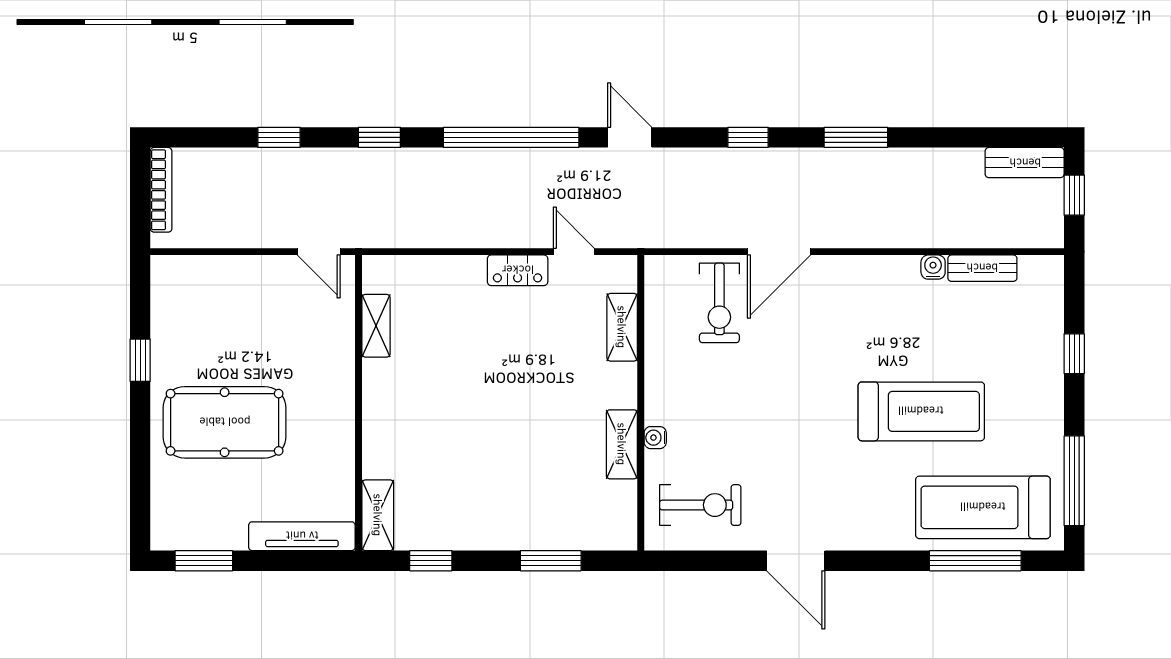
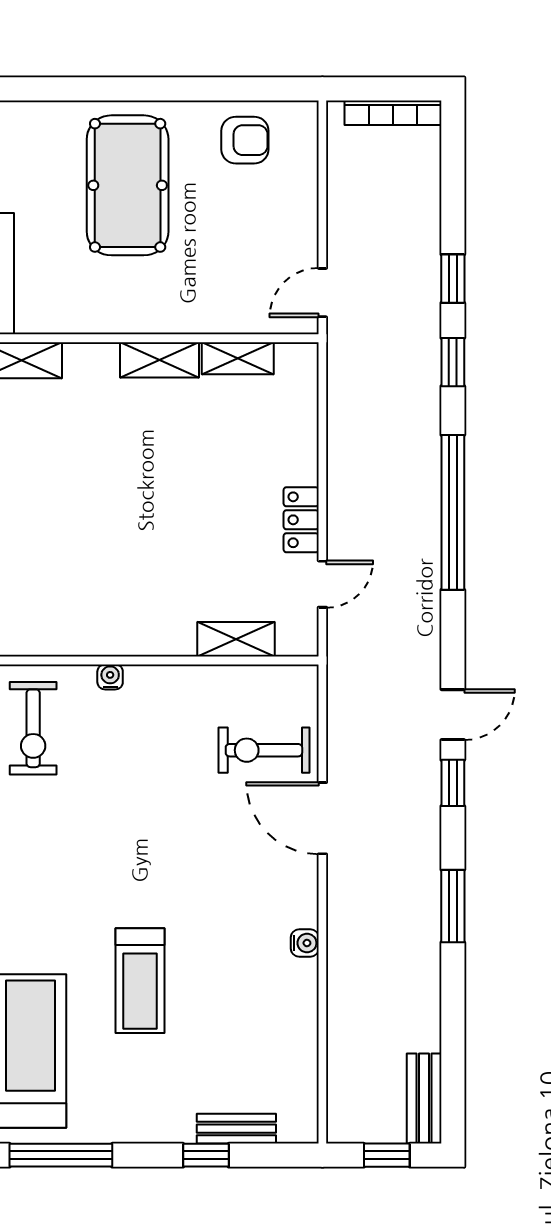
window: (279, 137) -> (453, 279), moved
door: (630, 137) -> (453, 715), moved
water cooler: (933, 267) -> (305, 943), moved
bench: (982, 268) -> (236, 1129), moved, turned 90
armchair: (185, 320) -> (245, 140), added
window: (140, 360) -> (198, 89), removed
treadmill: (921, 411) -> (140, 981), width x0.73, depth x0.73
shelving: (622, 444) -> (159, 360), moved

